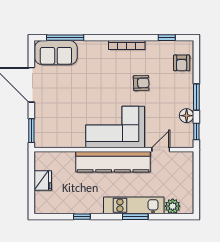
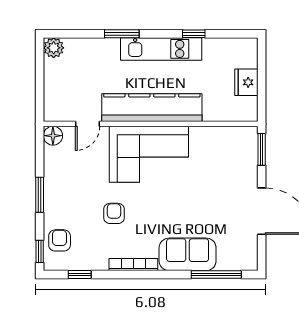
sofa: (56, 53) -> (188, 254), moved
armchair: (141, 83) -> (114, 213), turned 92
floor lamp: (187, 116) -> (53, 136), moved
window: (196, 131) -> (40, 251), moved
kitchen unit: (134, 205) -> (161, 49), moved
plant: (173, 206) -> (54, 48), moved

